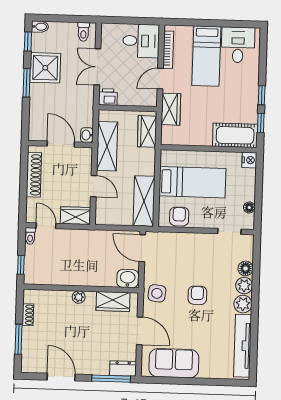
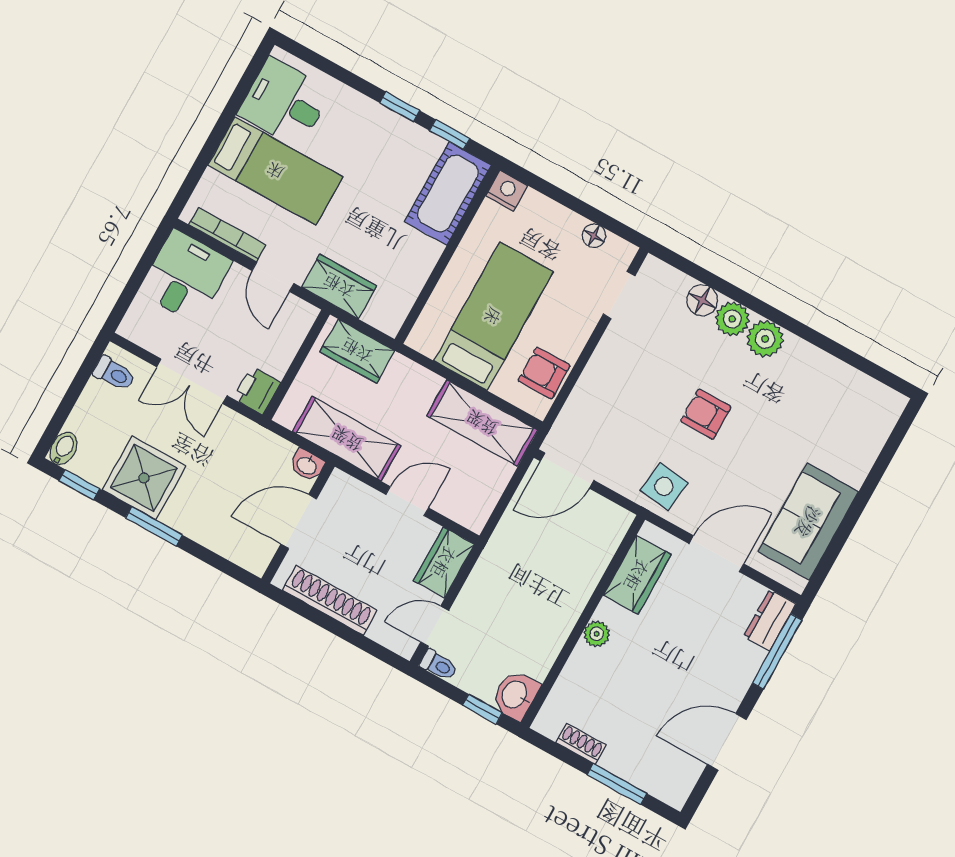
washbasin: (128, 279) -> (515, 695), moved
tv unit: (243, 346) -> (841, 379), removed

